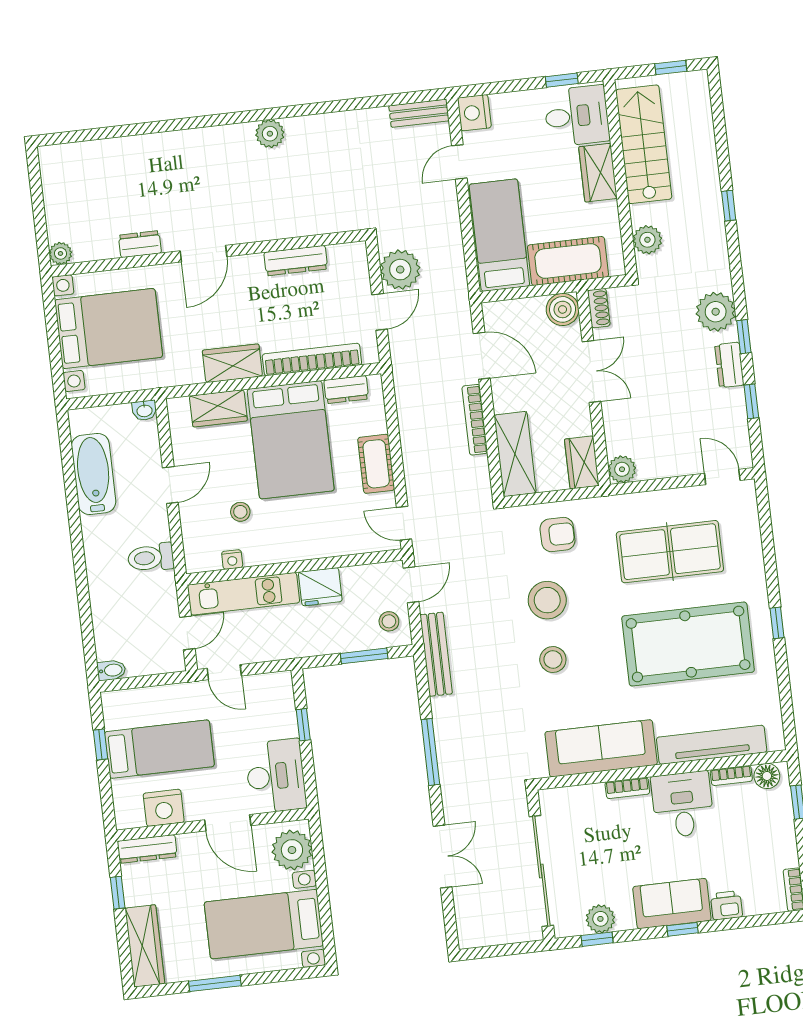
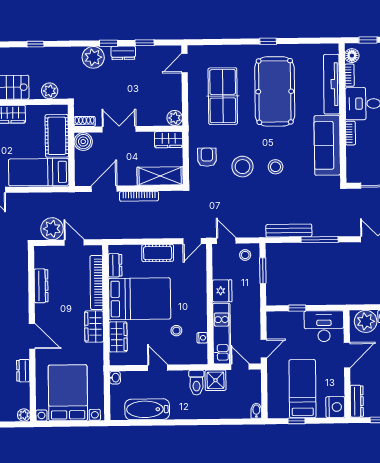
shower: (158, 591) -> (216, 380), added
bench: (436, 654) -> (289, 231), moved
nightstand: (164, 808) -> (335, 407), moved

